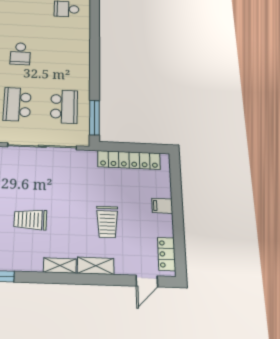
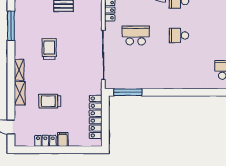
school desk: (64, 107) -> (136, 70), removed
locker: (167, 254) -> (45, 141), moved

